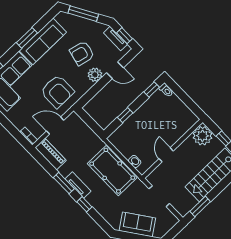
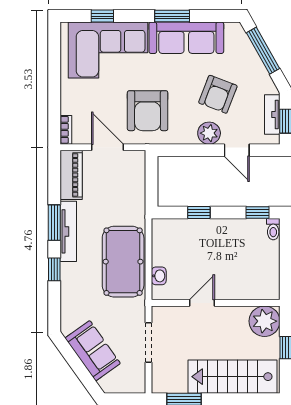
armchair: (82, 53) -> (218, 94), turned -82
tv unit: (78, 185) -> (68, 231), width x1.41

